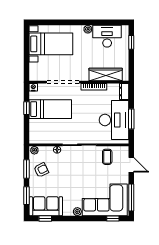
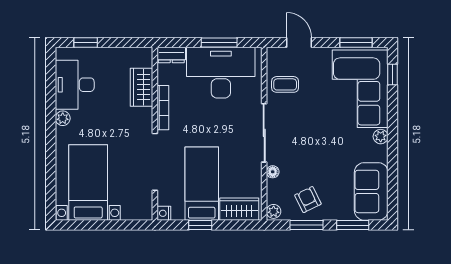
wardrobe: (106, 75) -> (142, 87), width x0.67
wardrobe: (36, 131) -> (239, 209), added
door: (131, 165) -> (299, 42), hinge flipped
window: (131, 197) -> (356, 42), width x0.69
window: (45, 218) -> (393, 192), removed

